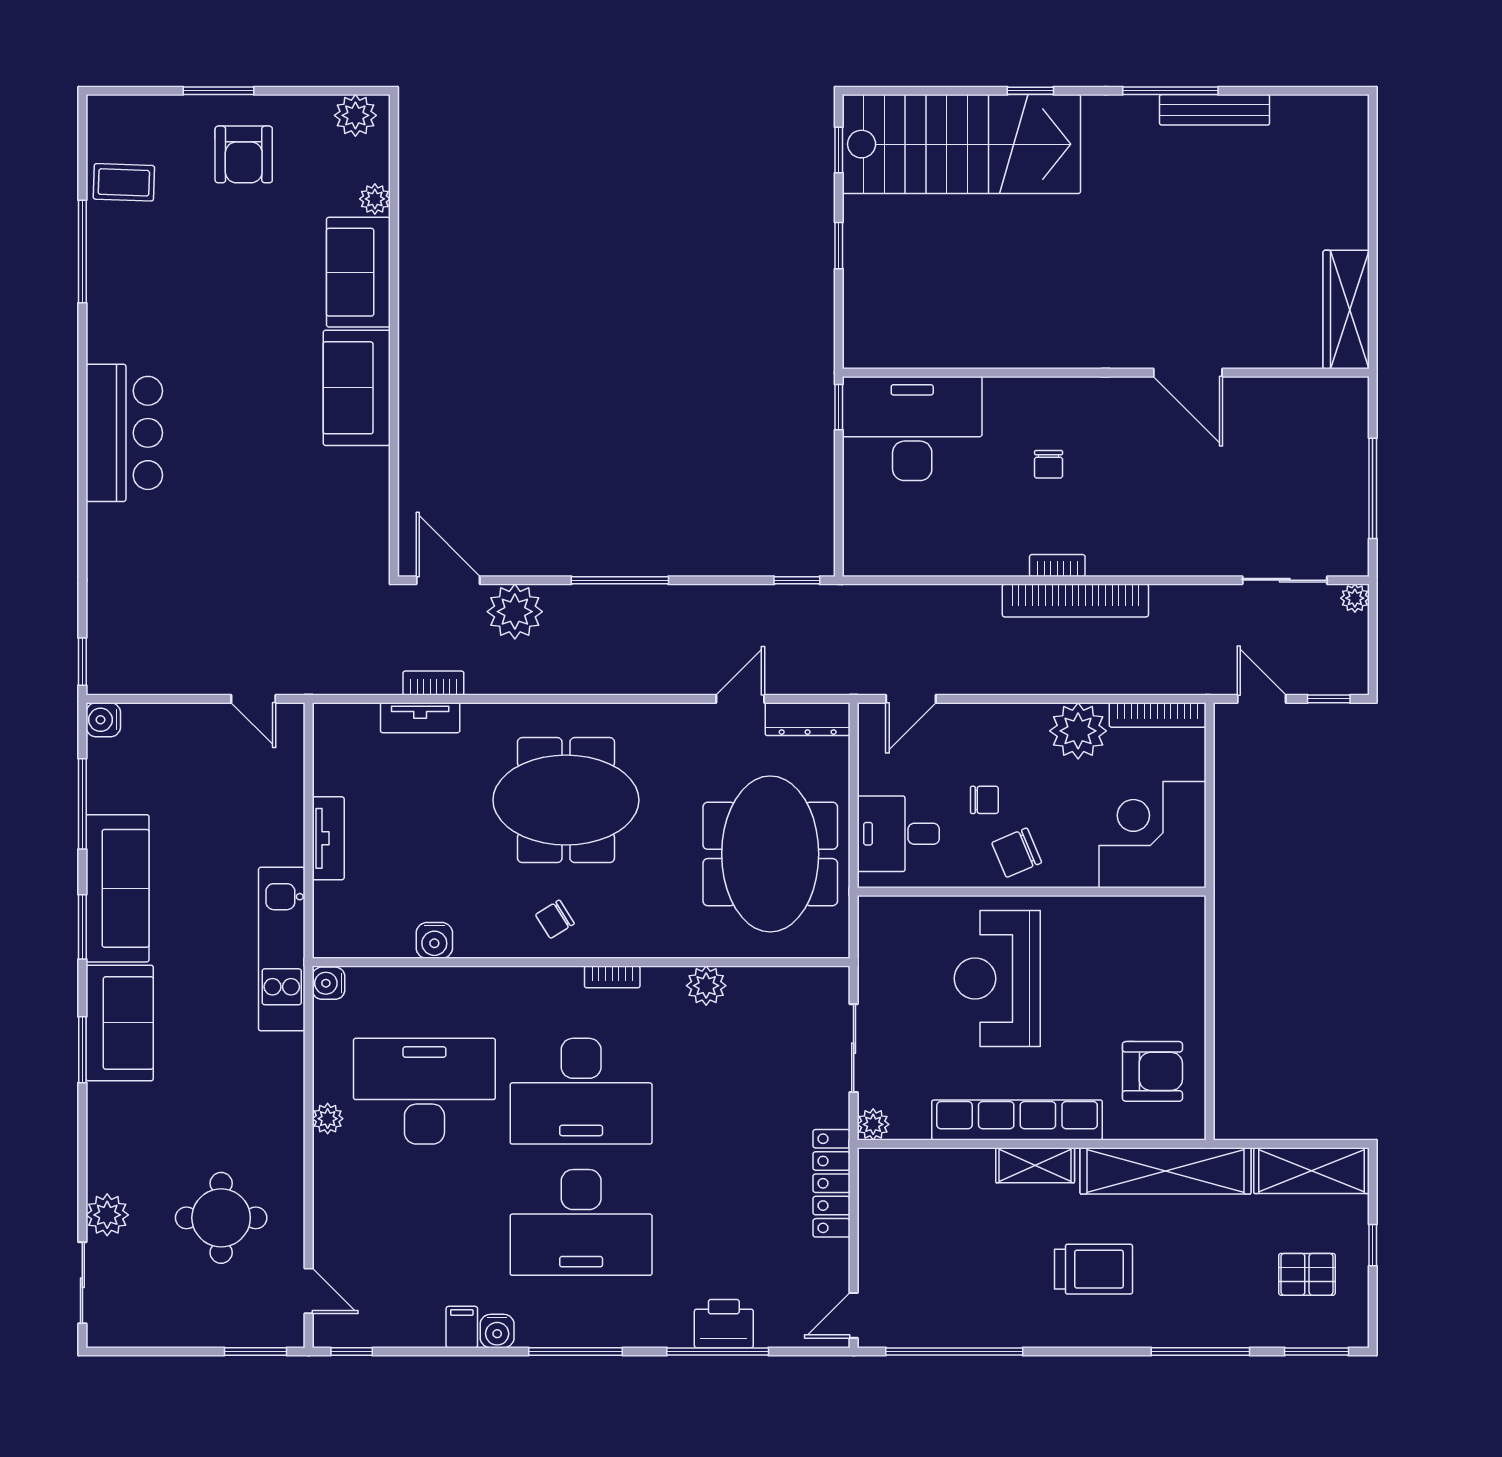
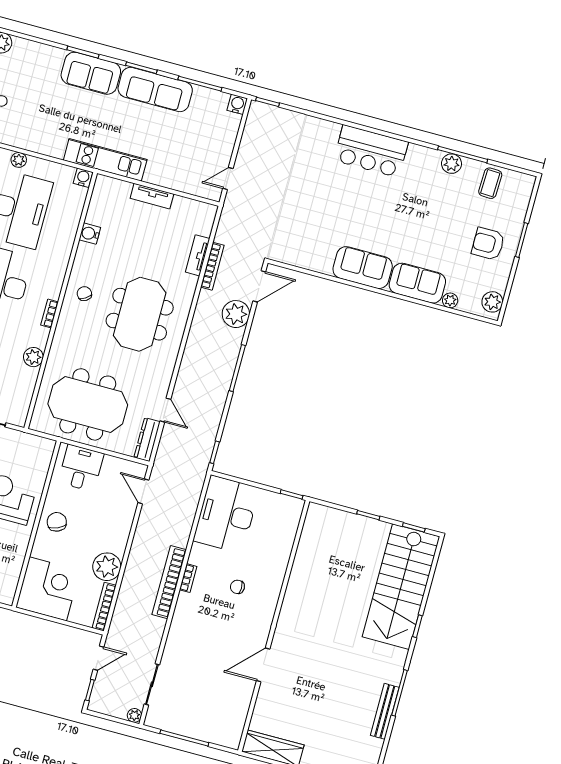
plant: (106, 269) -> (452, 164), added
desk: (912, 428) -> (226, 514), moved, turned 180
bookcase: (433, 683) -> (212, 266), width x1.56
chair: (984, 800) -> (86, 513), removed

